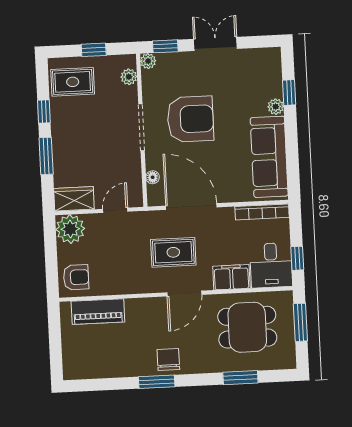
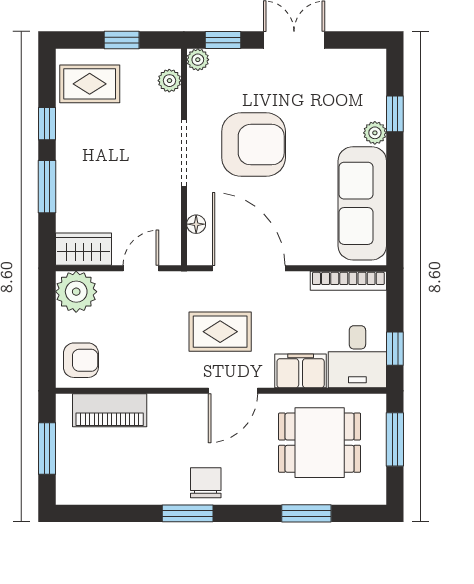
window: (55, 341) -> (47, 449), added

